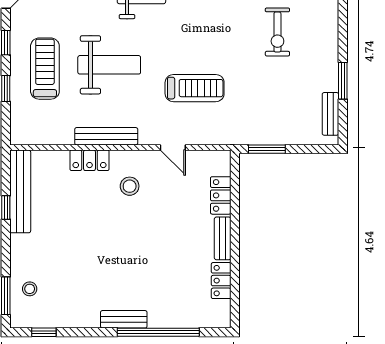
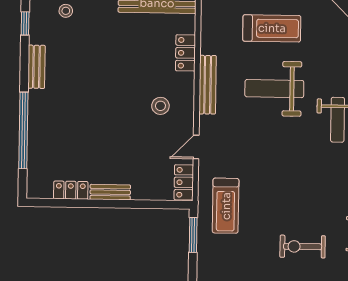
weight bench: (109, 65) -> (274, 89), turned 90
treadmill: (195, 88) -> (226, 206), moved
locker: (90, 160) -> (186, 53), moved
locker: (221, 195) -> (184, 182), moved, turned -90
bench: (124, 319) -> (36, 67), moved

